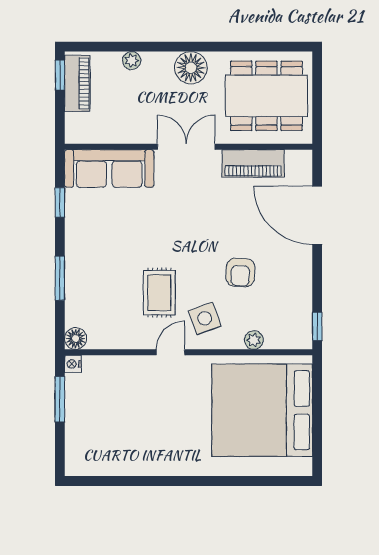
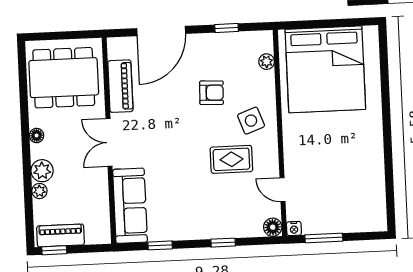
plant: (156, 65) -> (42, 171), added
floor lamp: (191, 68) -> (37, 136), width x0.53, depth x0.53
dining table: (266, 96) -> (64, 78), turned 90
window: (60, 278) -> (223, 243), width x0.67
window: (317, 326) -> (227, 28), moved
plant: (254, 340) -> (267, 62), moved
door: (171, 352) -> (283, 190), moved

